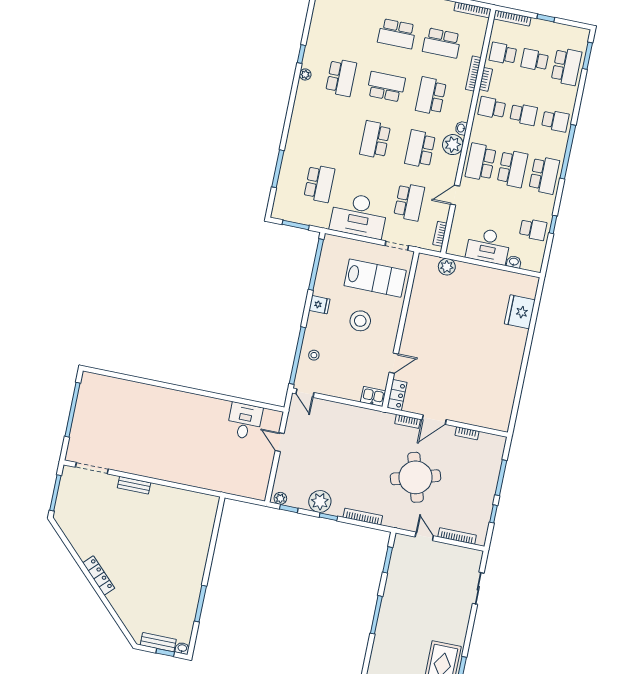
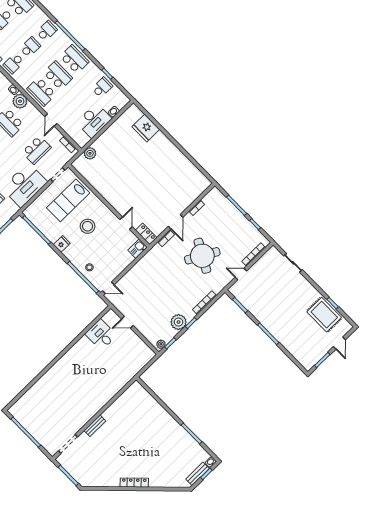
school desk: (409, 202) -> (37, 150), turned 90
lab bench: (375, 278) -> (68, 200), turned 180
round table: (416, 477) -> (202, 256), turned 45

